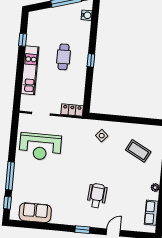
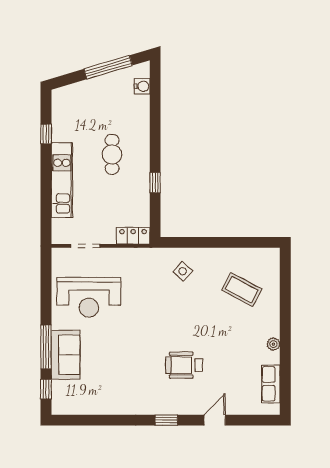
window: (91, 60) -> (155, 183), moved
wheelchair: (97, 196) -> (184, 365), turned -95
sofa: (35, 213) -> (66, 355), moved, turned 90

